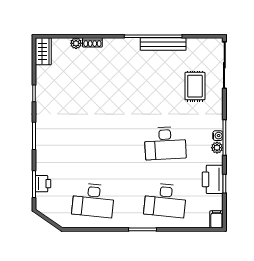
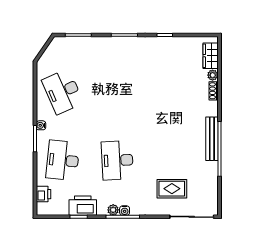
bench: (163, 44) -> (212, 139), moved
wardrobe: (43, 51) -> (211, 56), moved, turned 90
printer: (43, 184) -> (44, 194), moved, turned -90
desk: (93, 200) -> (63, 92), turned -30
filing cabinet: (216, 219) -> (45, 209), removed
water cooler: (129, 223) -> (41, 125), added

